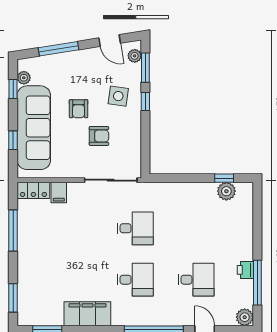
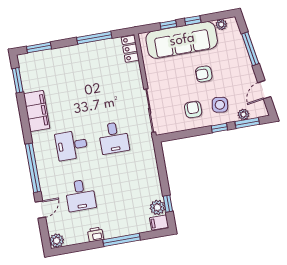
plant: (135, 56) -> (243, 114), moved
window: (13, 89) -> (193, 20), moved
armchair: (99, 136) -> (193, 109), moved, turned 180
filing cabinet: (59, 192) -> (159, 222), moved
desk: (135, 280) -> (72, 145), turned 90
window: (257, 283) -> (122, 240), moved

